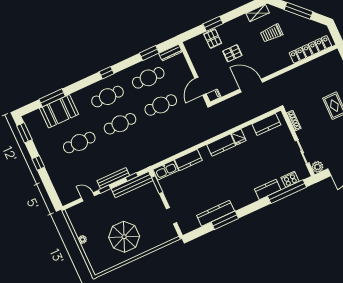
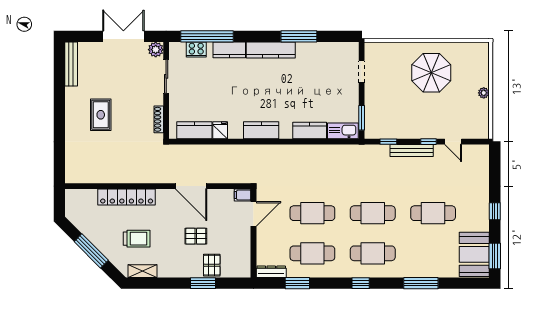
locker: (310, 49) -> (127, 197), moved
window: (52, 98) -> (421, 283), moved
booth: (59, 111) -> (474, 254), moved, turned 90
fridge: (239, 137) -> (220, 130), moved
bench: (132, 185) -> (392, 132), removed
kitchen counter: (216, 213) -> (271, 50), moved

